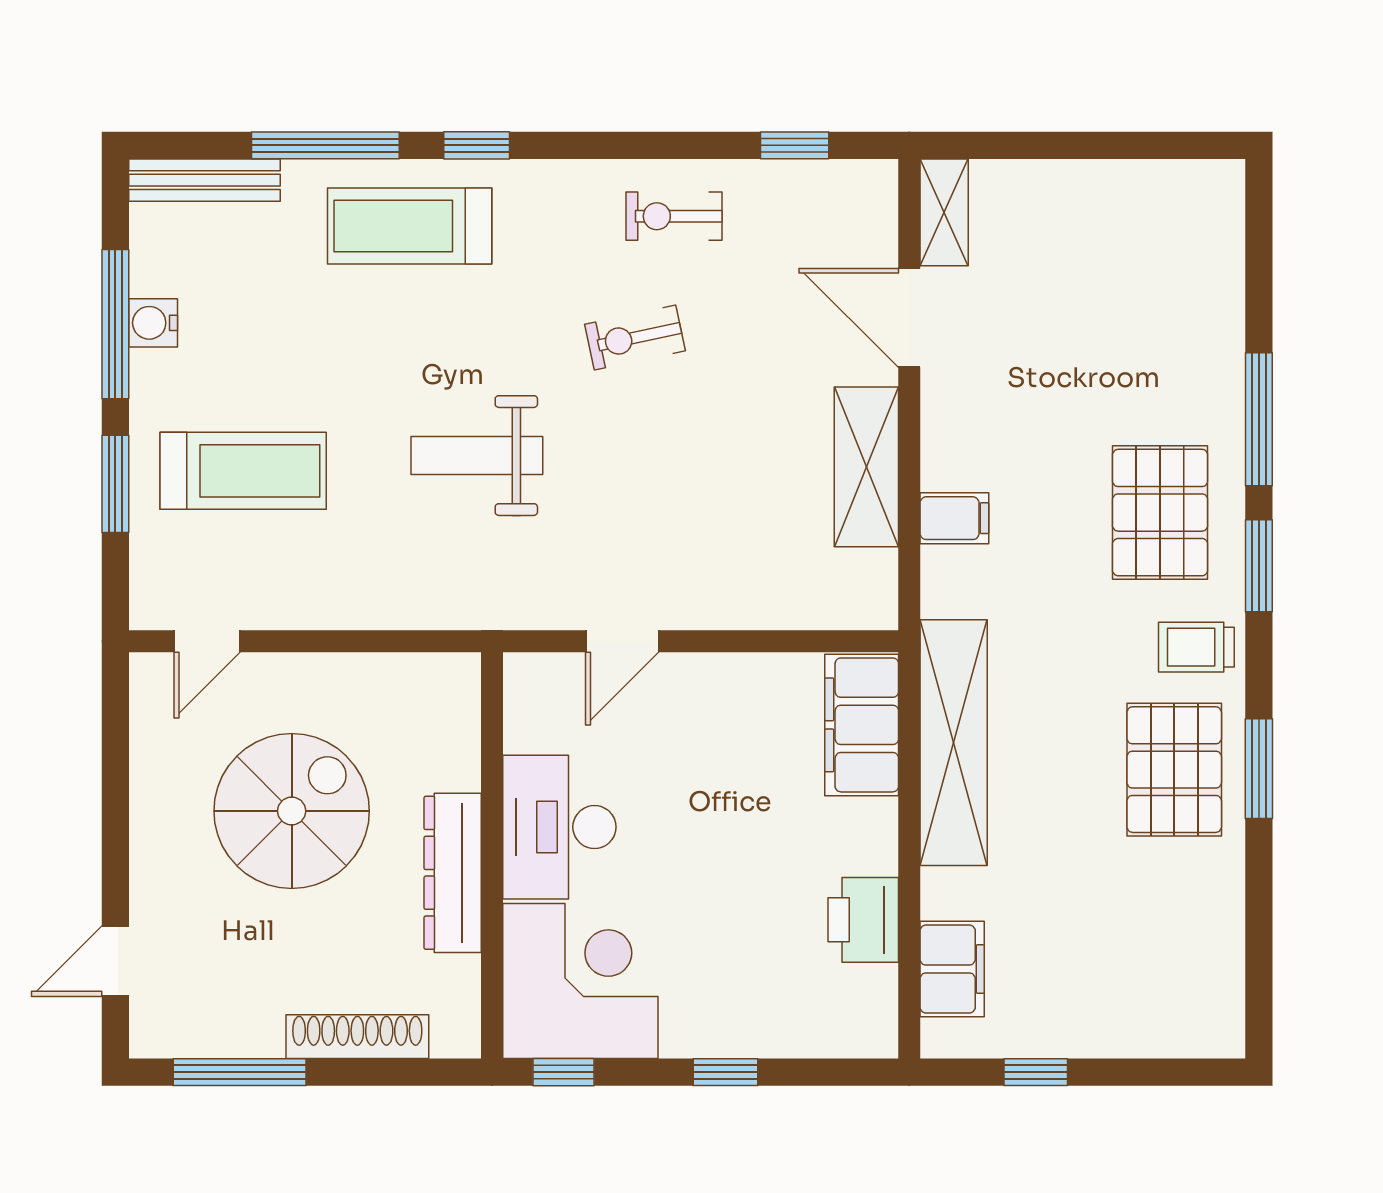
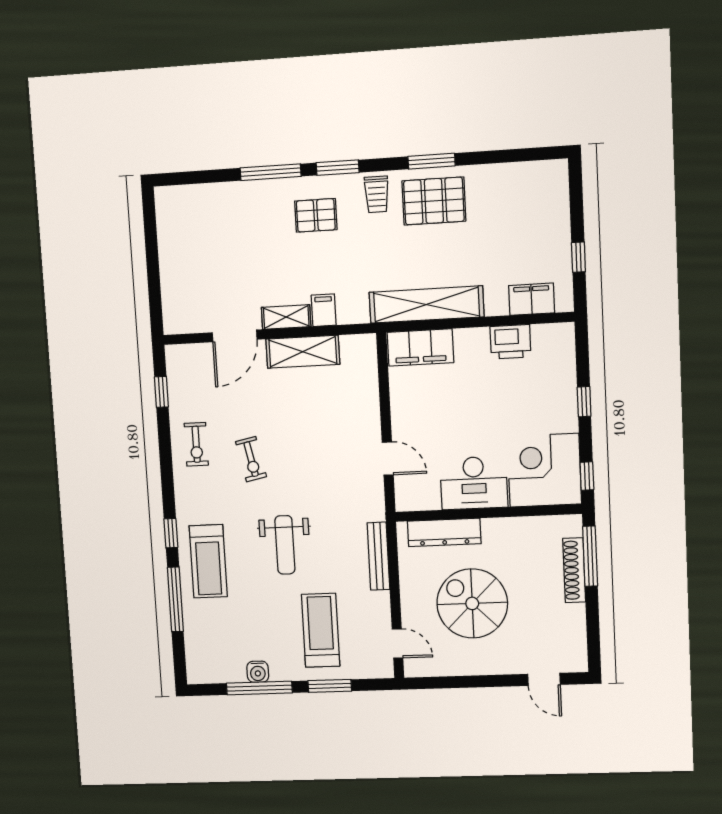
bench: (205, 180) -> (378, 556), moved
shelving: (944, 212) -> (286, 317), moved
weight bench: (477, 456) -> (285, 545), moved
pallet: (1160, 513) -> (316, 215), width x0.67, depth x0.71
dresser: (453, 873) -> (444, 532), moved
window: (240, 1072) -> (590, 556), moved

